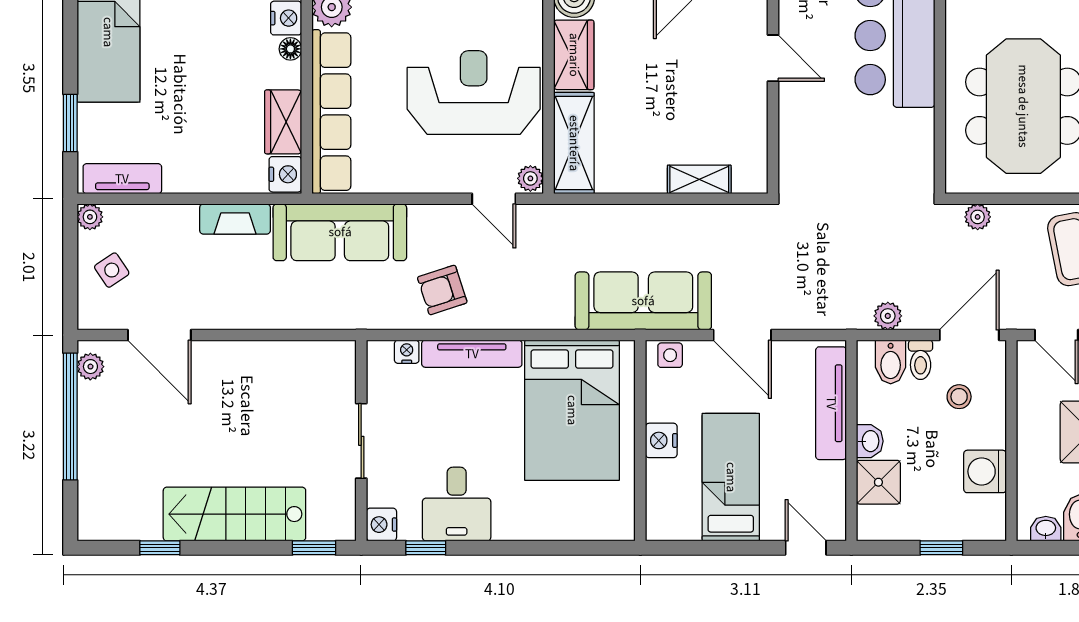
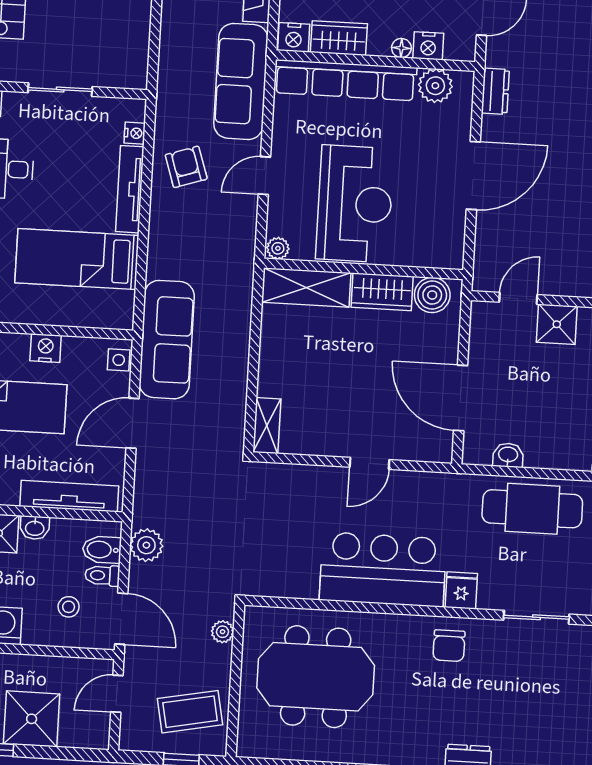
shelving: (699, 179) -> (267, 426), moved
door: (494, 199) -> (264, 176), moved
plant: (888, 316) -> (146, 545), width x1.38, depth x1.38
bed: (572, 410) -> (77, 259), width x0.67

